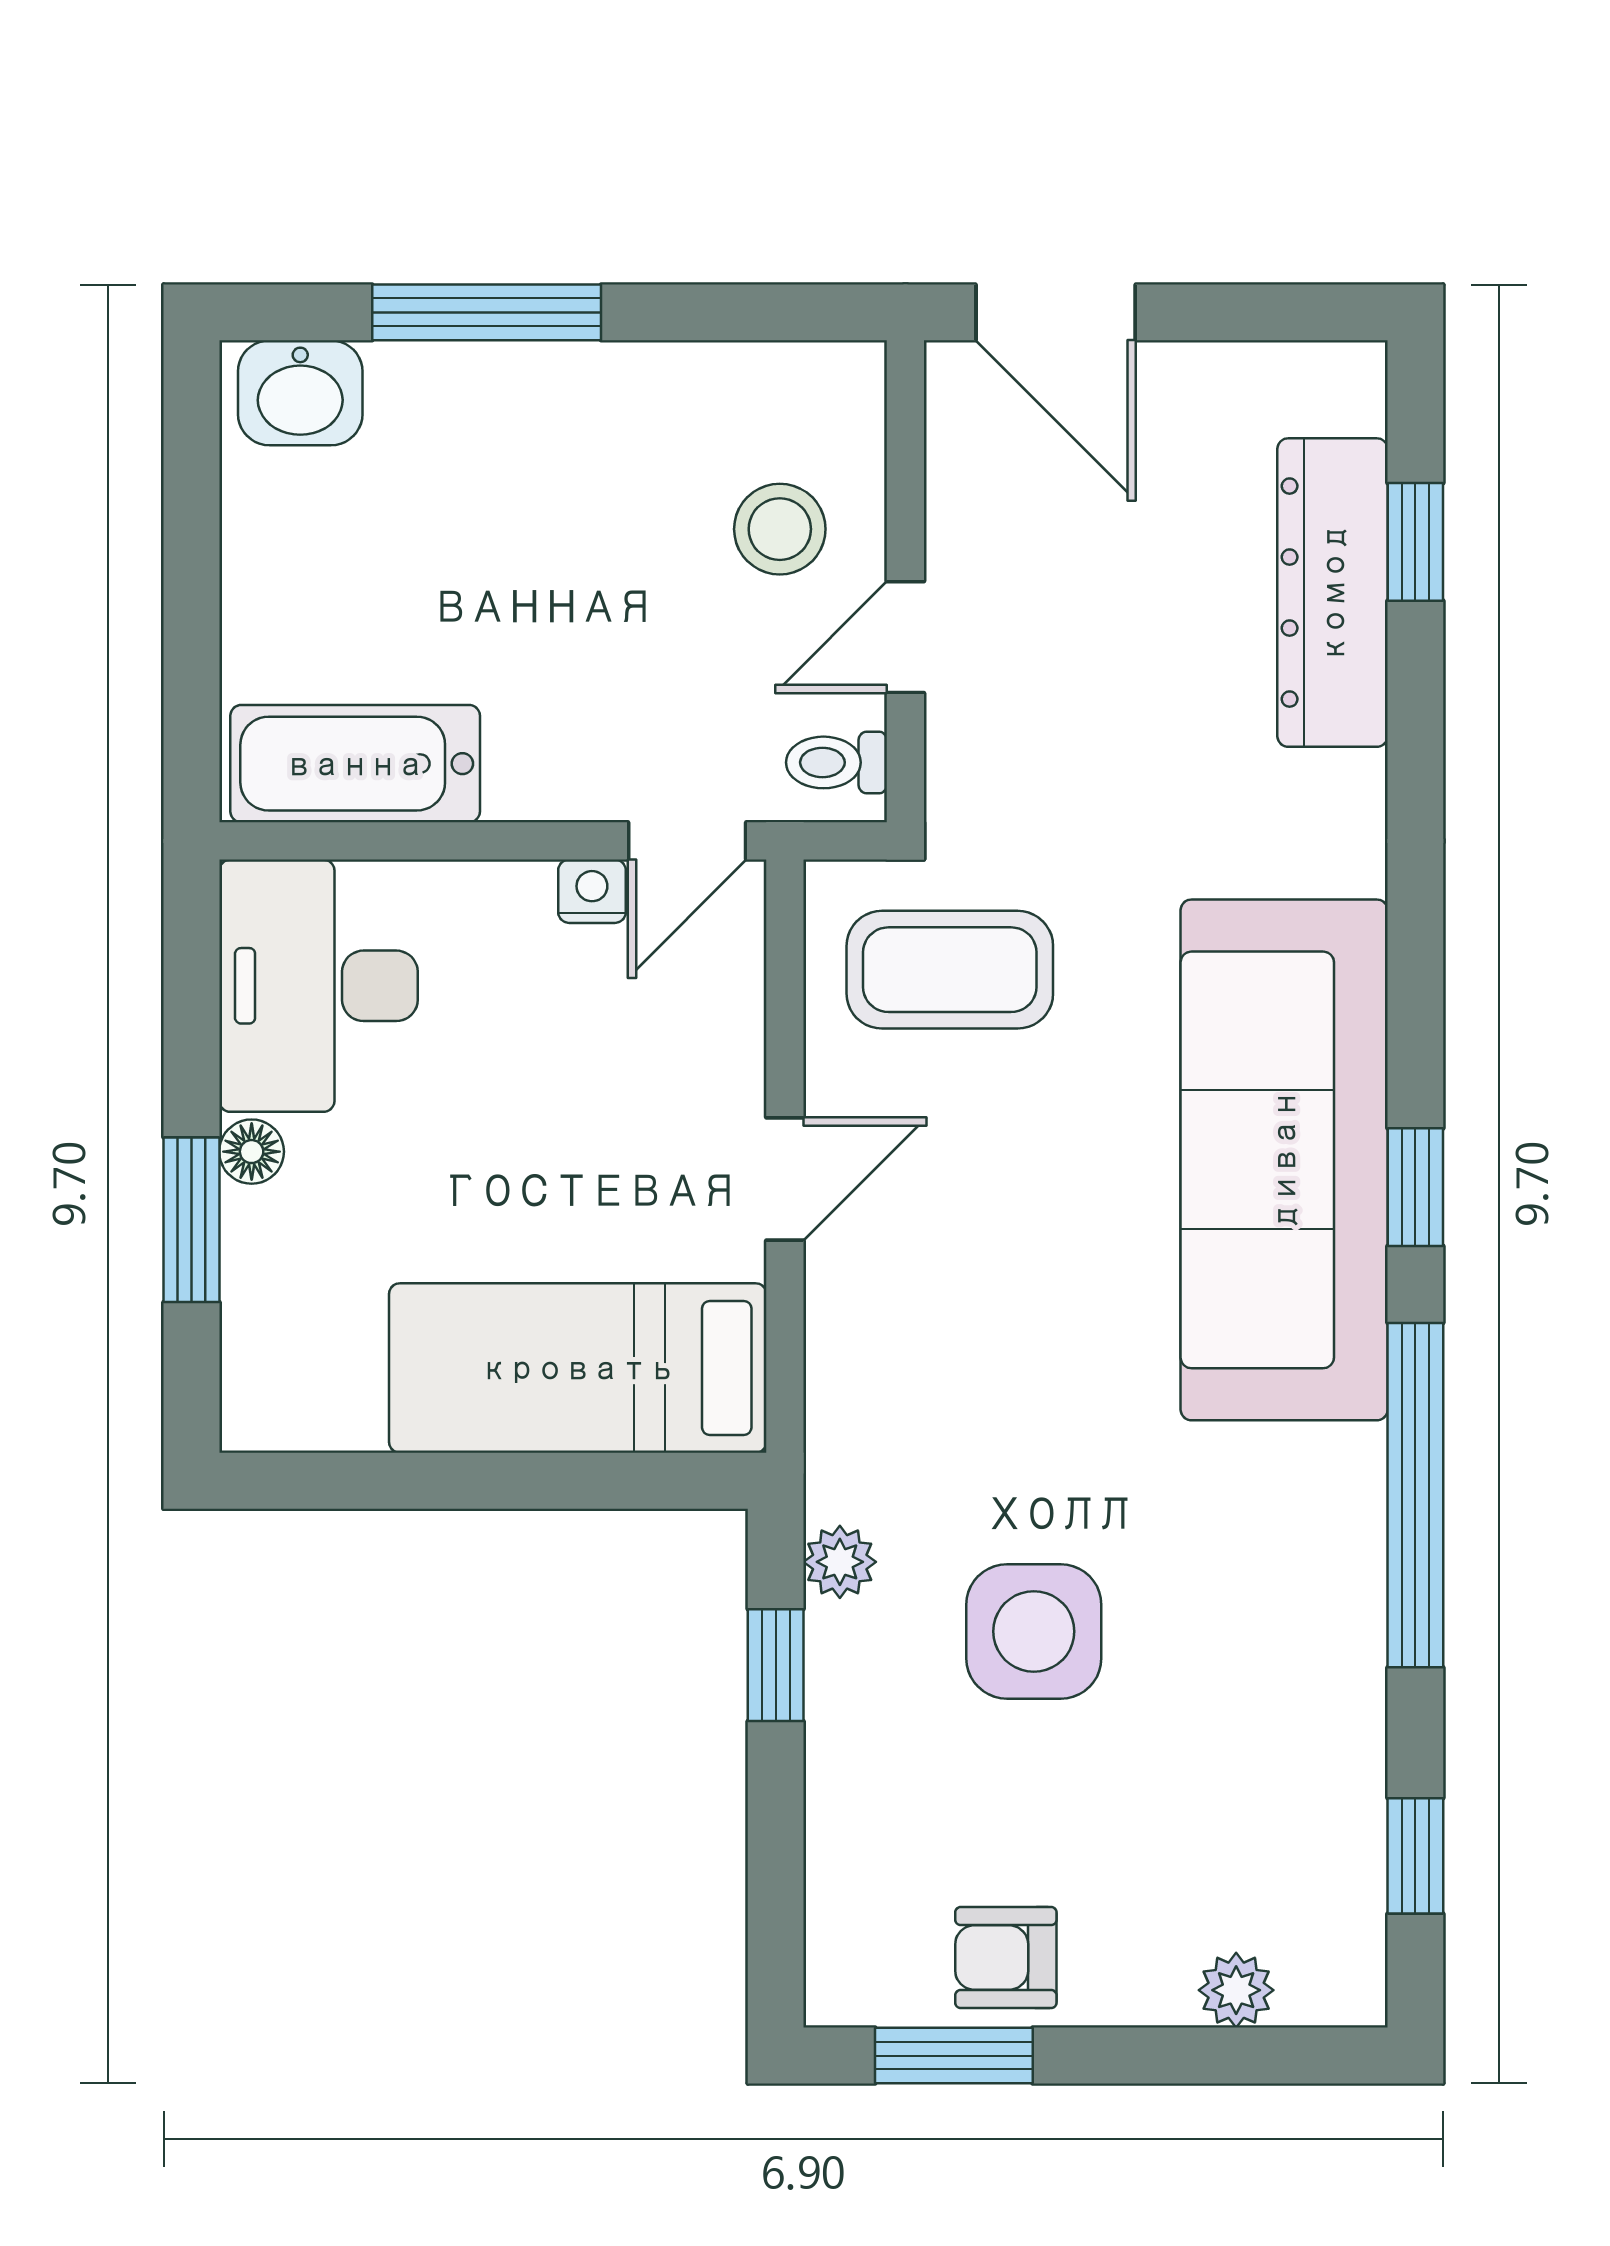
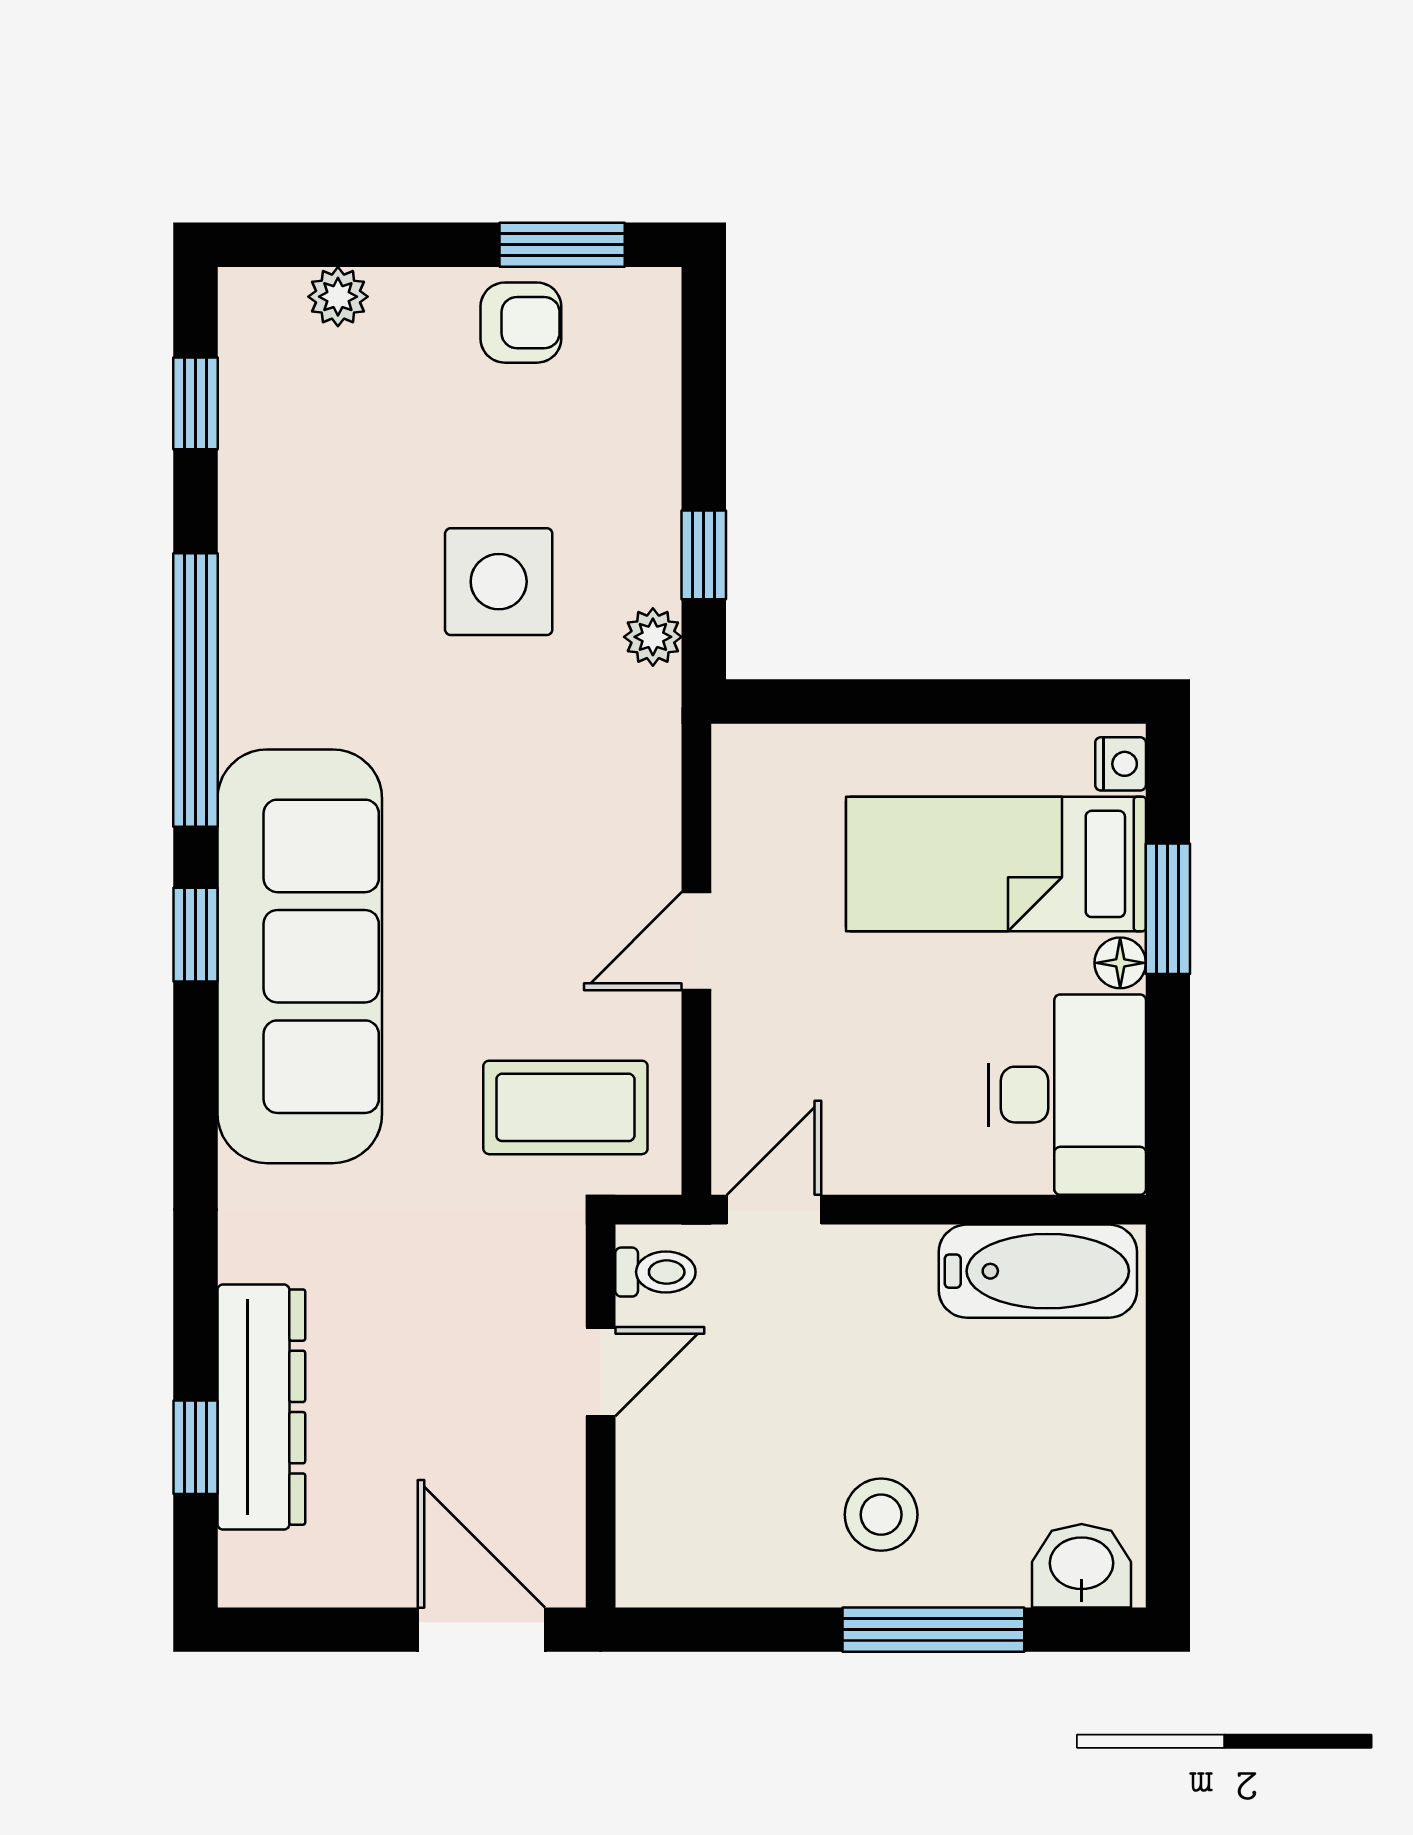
stool: (780, 529) -> (881, 1515), moved
nightstand: (592, 891) -> (1121, 764), moved, turned -90
bed: (578, 1368) -> (996, 864), moved, turned 180

